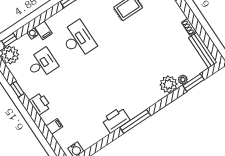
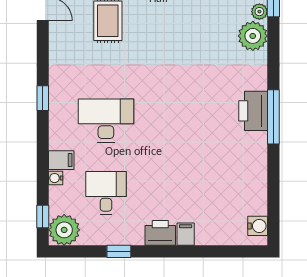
printer: (116, 120) -> (253, 111), moved
filing cabinet: (54, 126) -> (186, 234), moved

